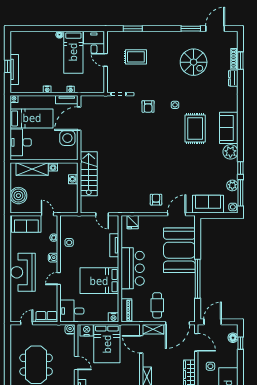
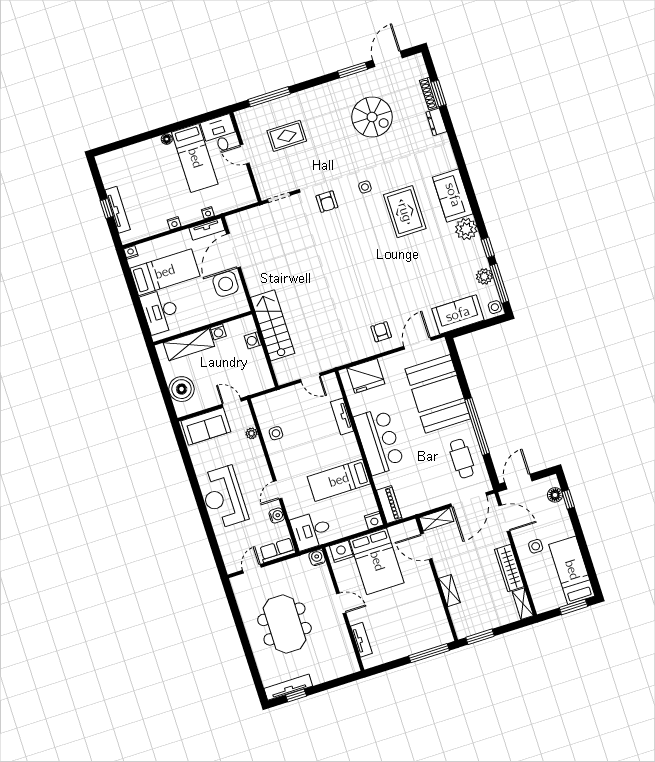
window: (133, 29) -> (269, 97), width x1.44
fridge: (133, 222) -> (366, 376), width x1.88, depth x1.34
water cooler: (53, 258) -> (277, 515), moved
bed: (99, 281) -> (339, 480), width x0.67
cafe table: (157, 305) -> (462, 459), moved

